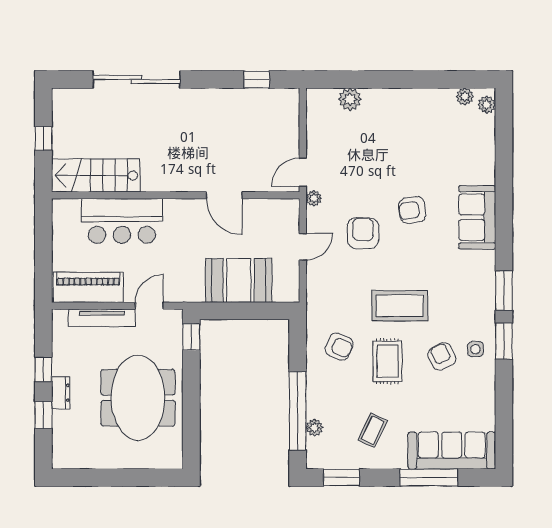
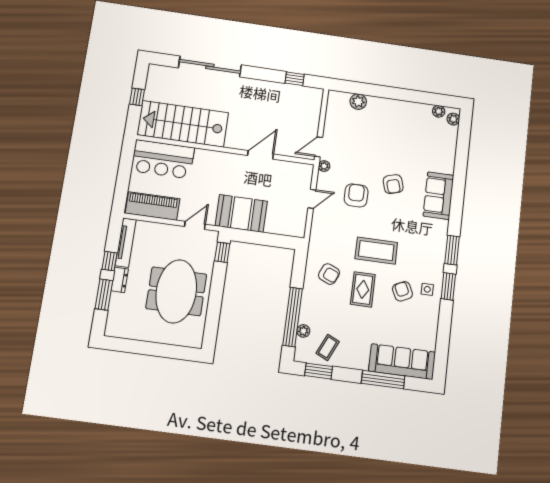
stairs: (96, 175) -> (183, 124), width x1.36, depth x1.51
door: (224, 195) -> (260, 155), swing flipped
armchair: (412, 210) -> (393, 184), turned -97
bar counter: (122, 221) -> (163, 159), moved
booth: (239, 280) -> (241, 213), moved
tv unit: (102, 318) -> (126, 243), moved, turned -90
window: (43, 415) -> (104, 295), width x1.50
coffee table: (373, 430) -> (328, 347), moved

